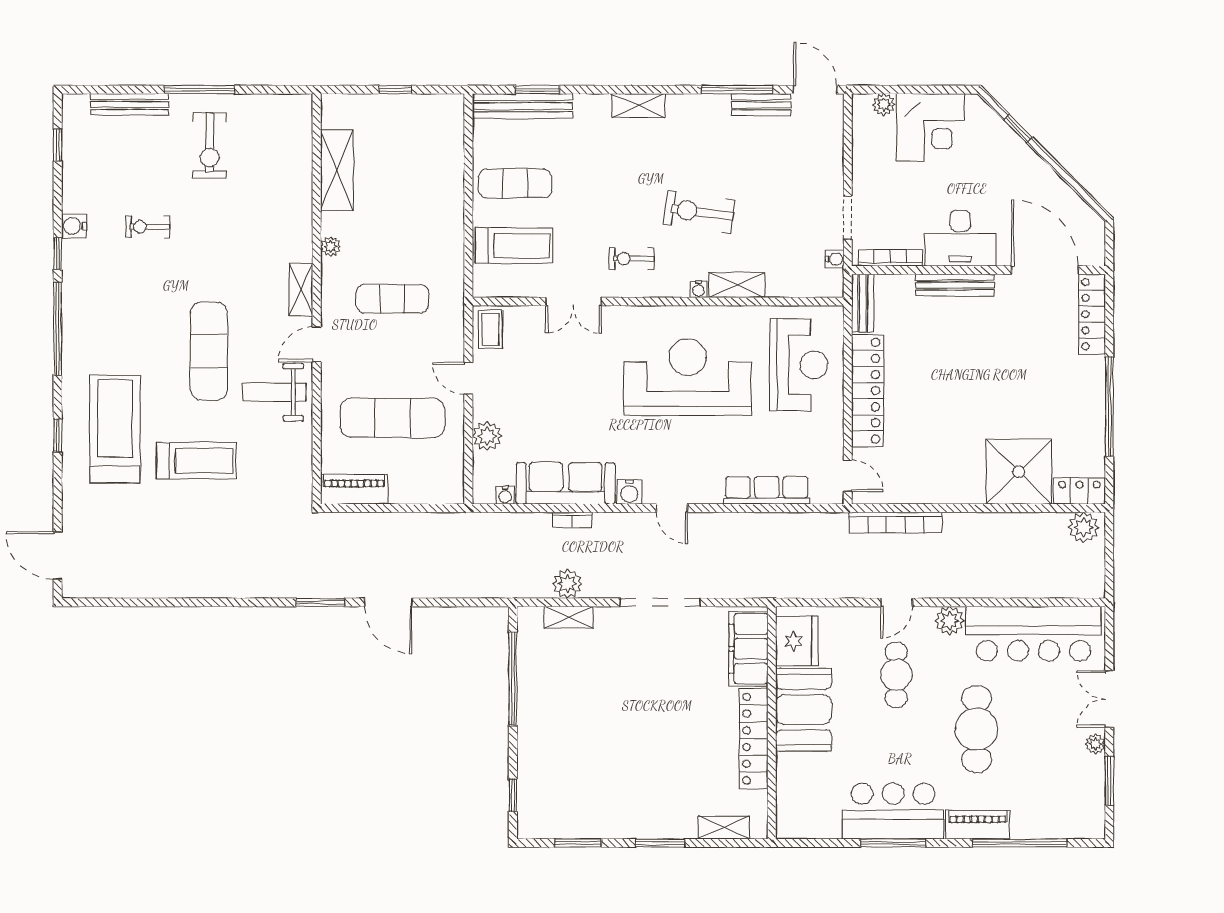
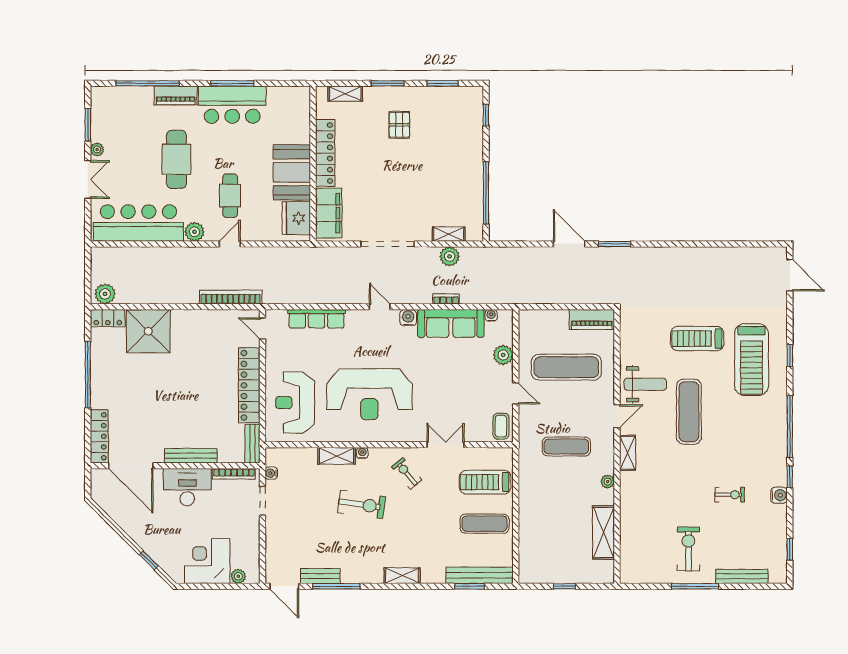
exercise bike: (632, 259) -> (407, 473), turned -130
pallet: (643, 781) -> (399, 125), added

